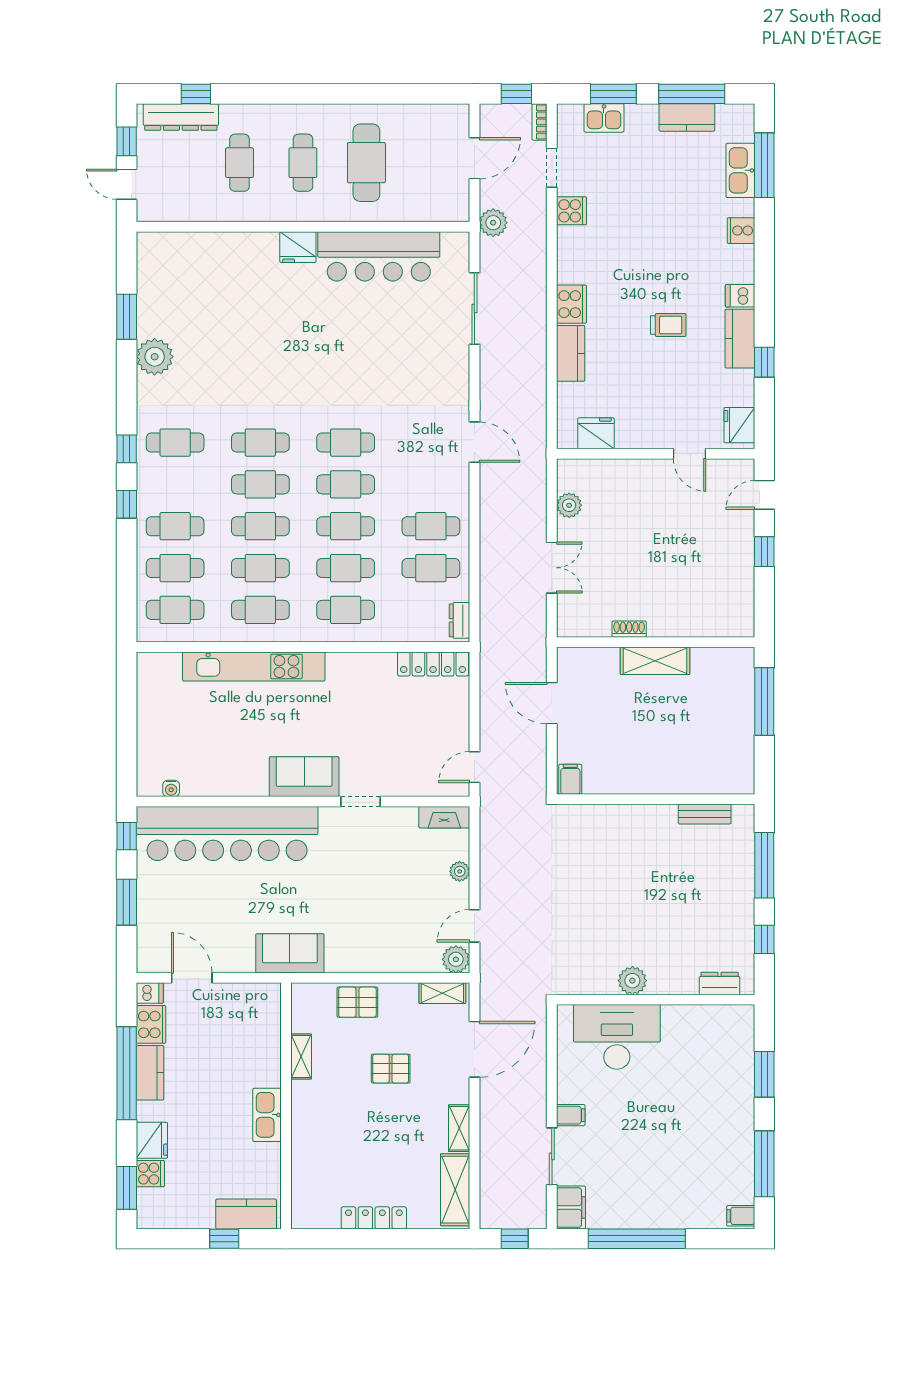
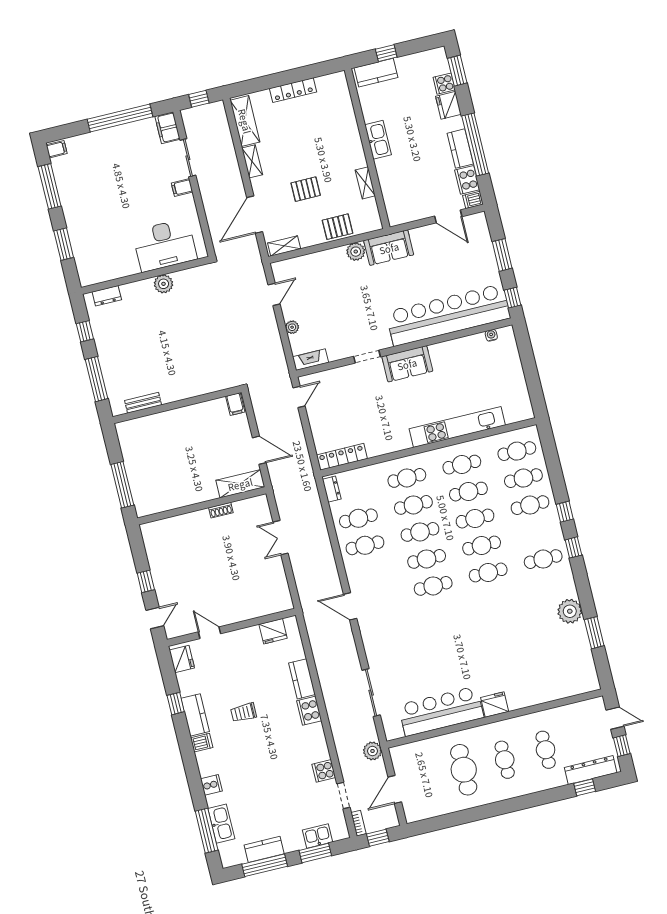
plant: (569, 505) -> (279, 581), removed
shelving: (655, 661) -> (240, 484), moved
plant: (456, 959) -> (356, 252), moved

